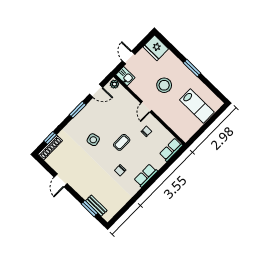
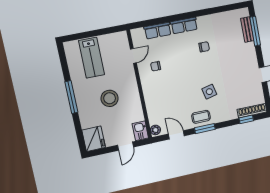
window: (192, 68) -> (71, 97), width x1.44
lab bench: (197, 106) -> (91, 58), turned 180
door: (146, 107) -> (133, 56), moved
coffee table: (122, 142) -> (201, 117), moved
row of seats: (171, 150) -> (158, 31), moved
window: (89, 209) -> (255, 31), width x1.44

